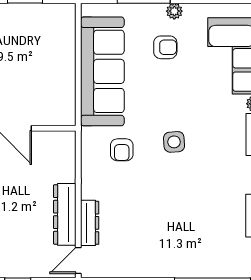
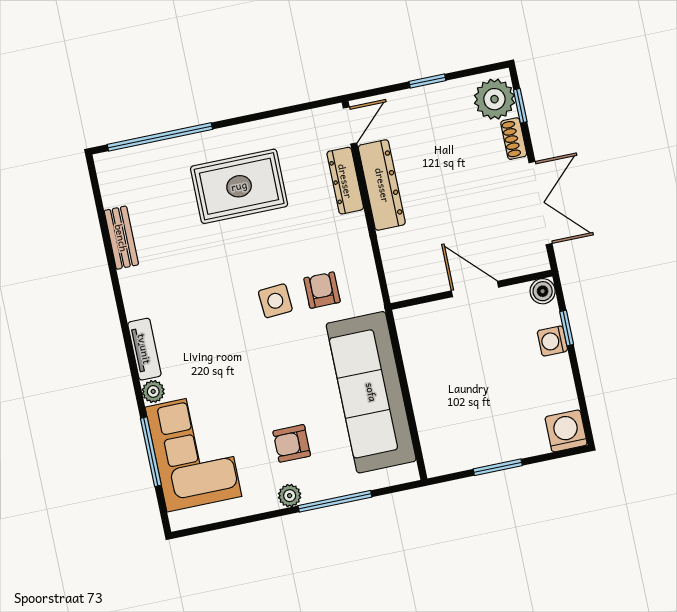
side table: (174, 142) -> (275, 301), moved
rug: (165, 234) -> (239, 186), added

